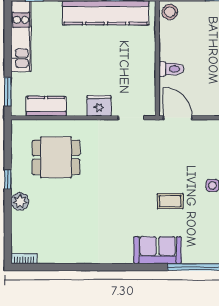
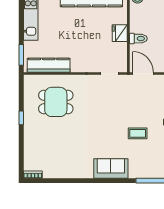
kitchen counter: (46, 106) -> (49, 65), width x1.50
fridge: (99, 106) -> (120, 33), moved, turned -90
plant: (20, 202) -> (30, 134), removed
sofa: (158, 250) -> (111, 169), moved

